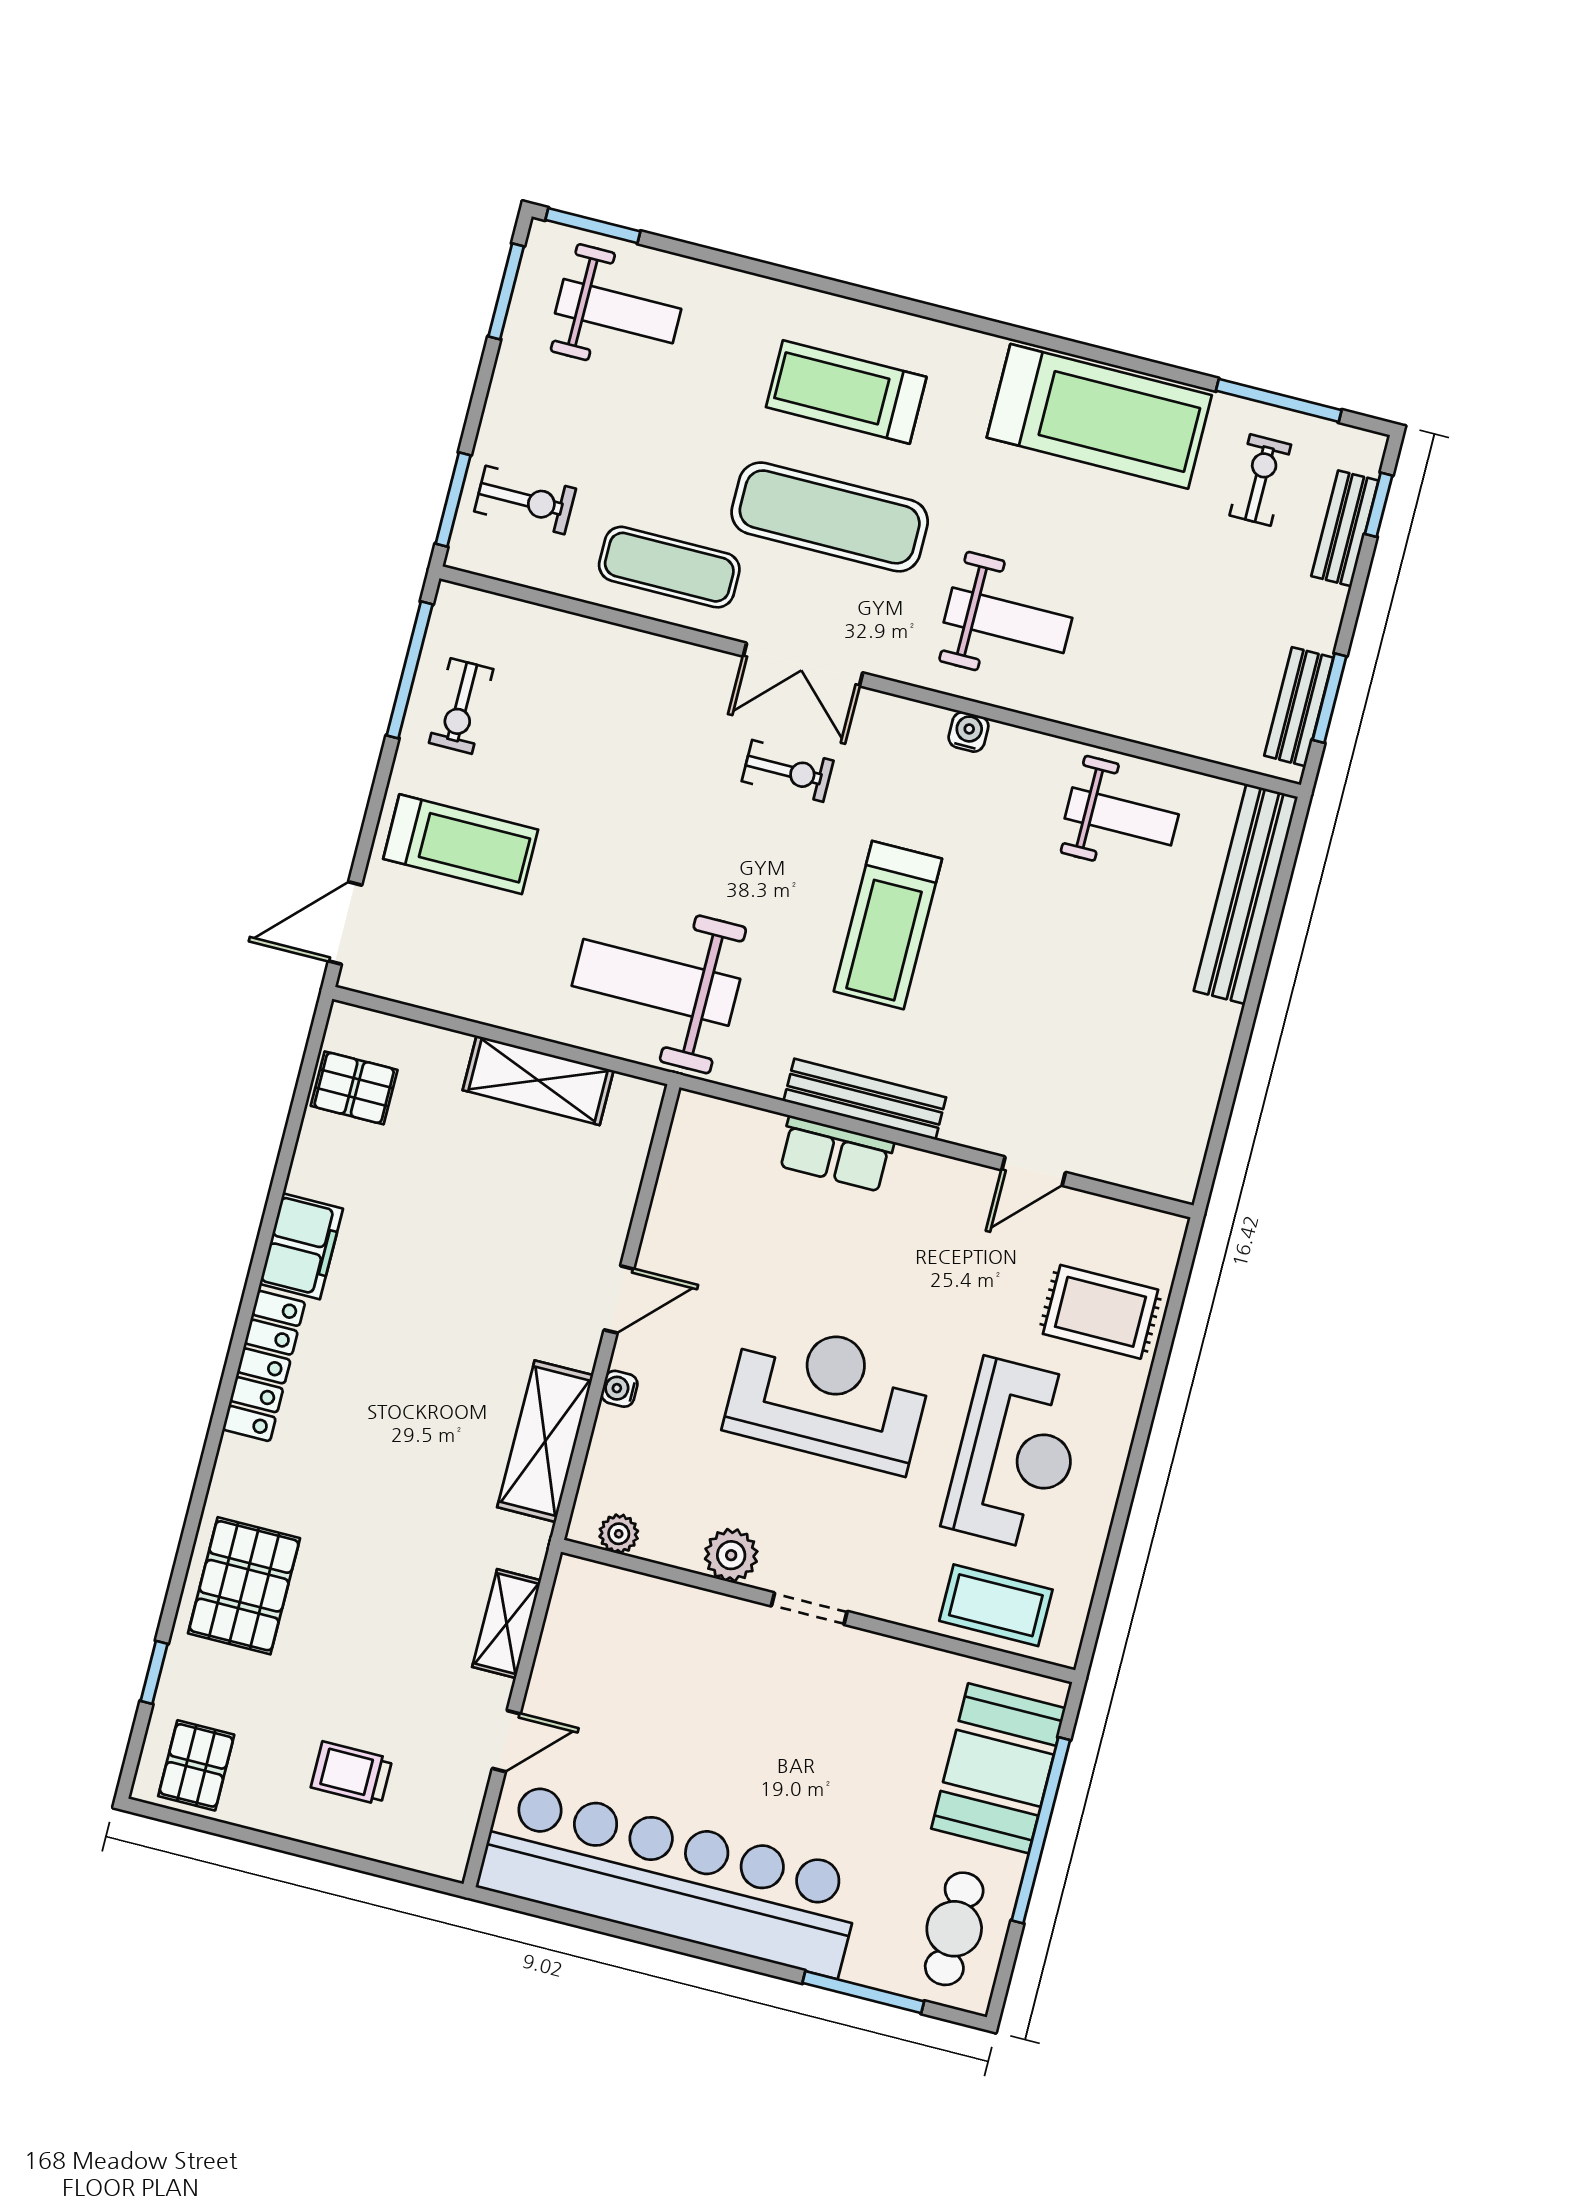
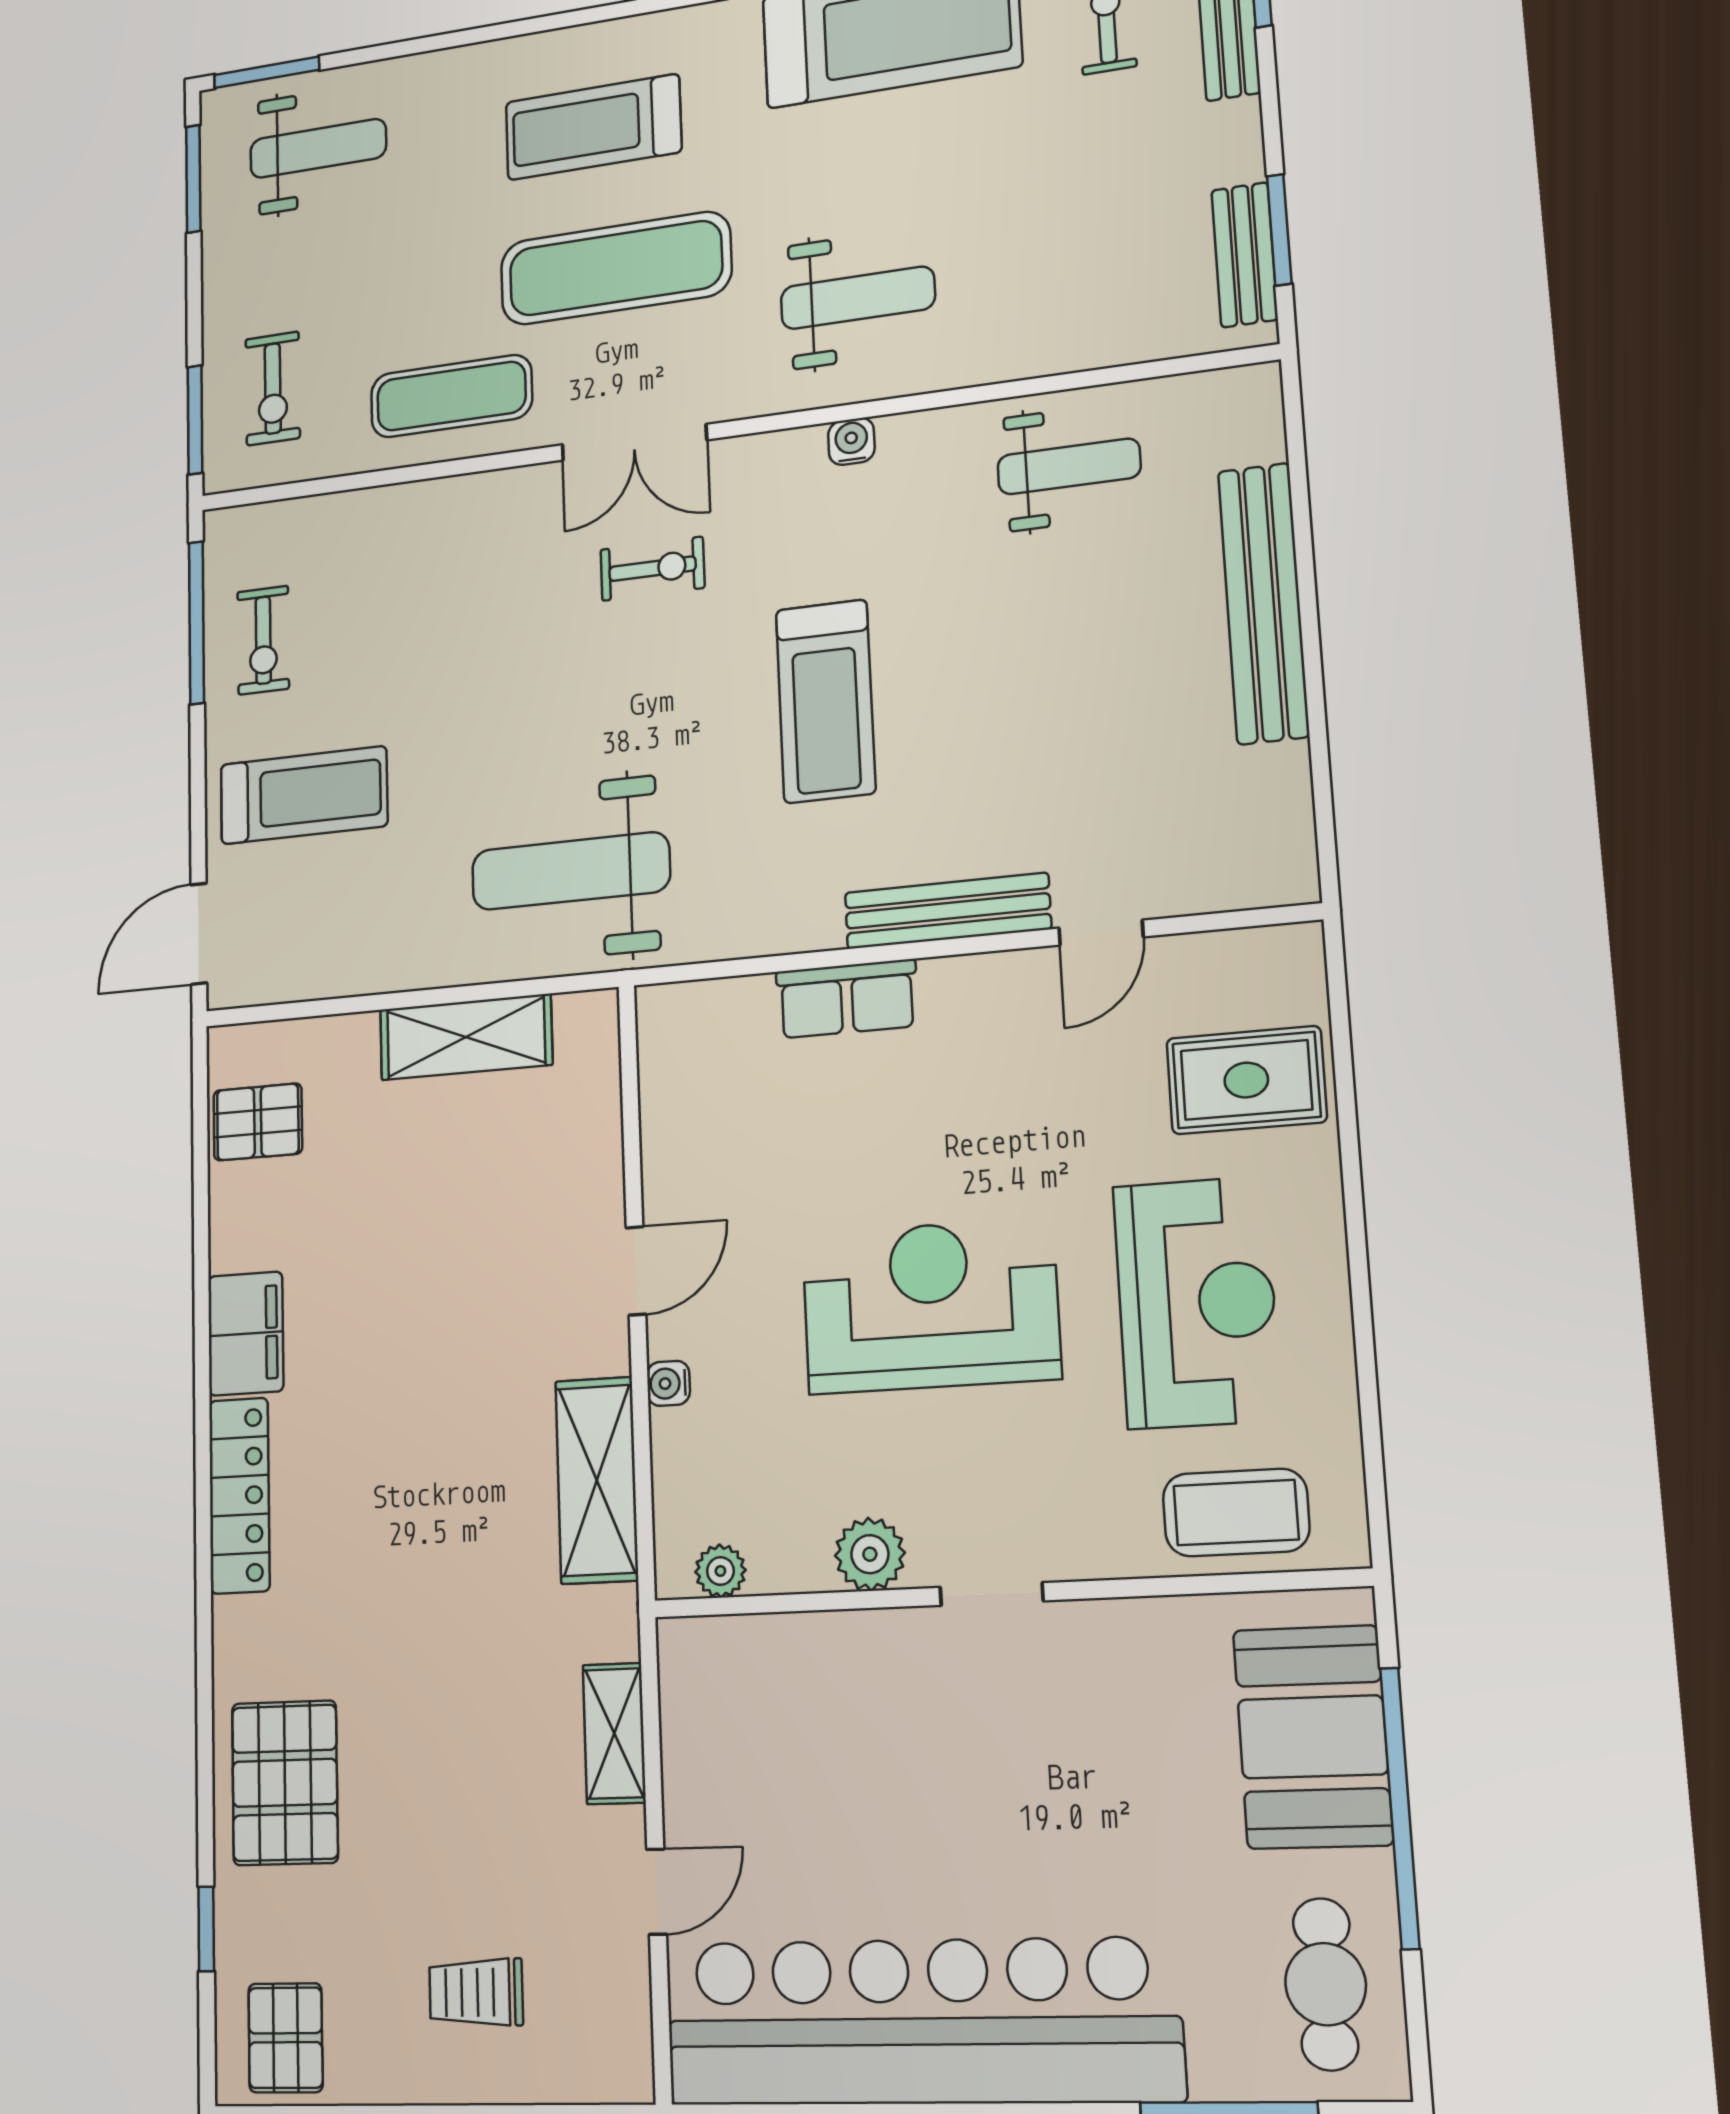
exercise bike: (525, 500) -> (273, 388), turned 90
bench: (1246, 894) -> (1263, 603), moved
bench: (865, 1099) -> (947, 911), moved

